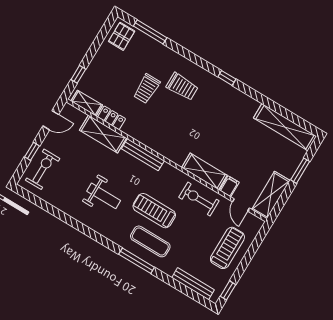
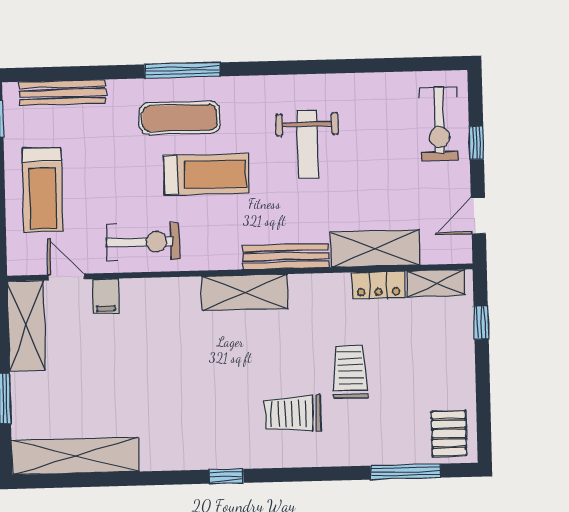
shelving: (204, 171) -> (245, 292), moved
weight bench: (104, 196) -> (308, 145), turned -90

